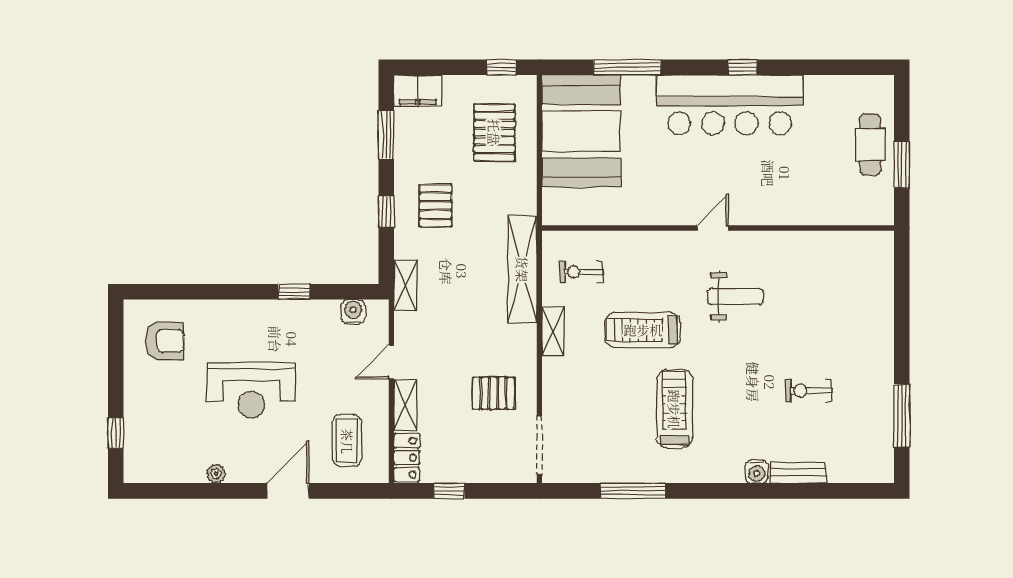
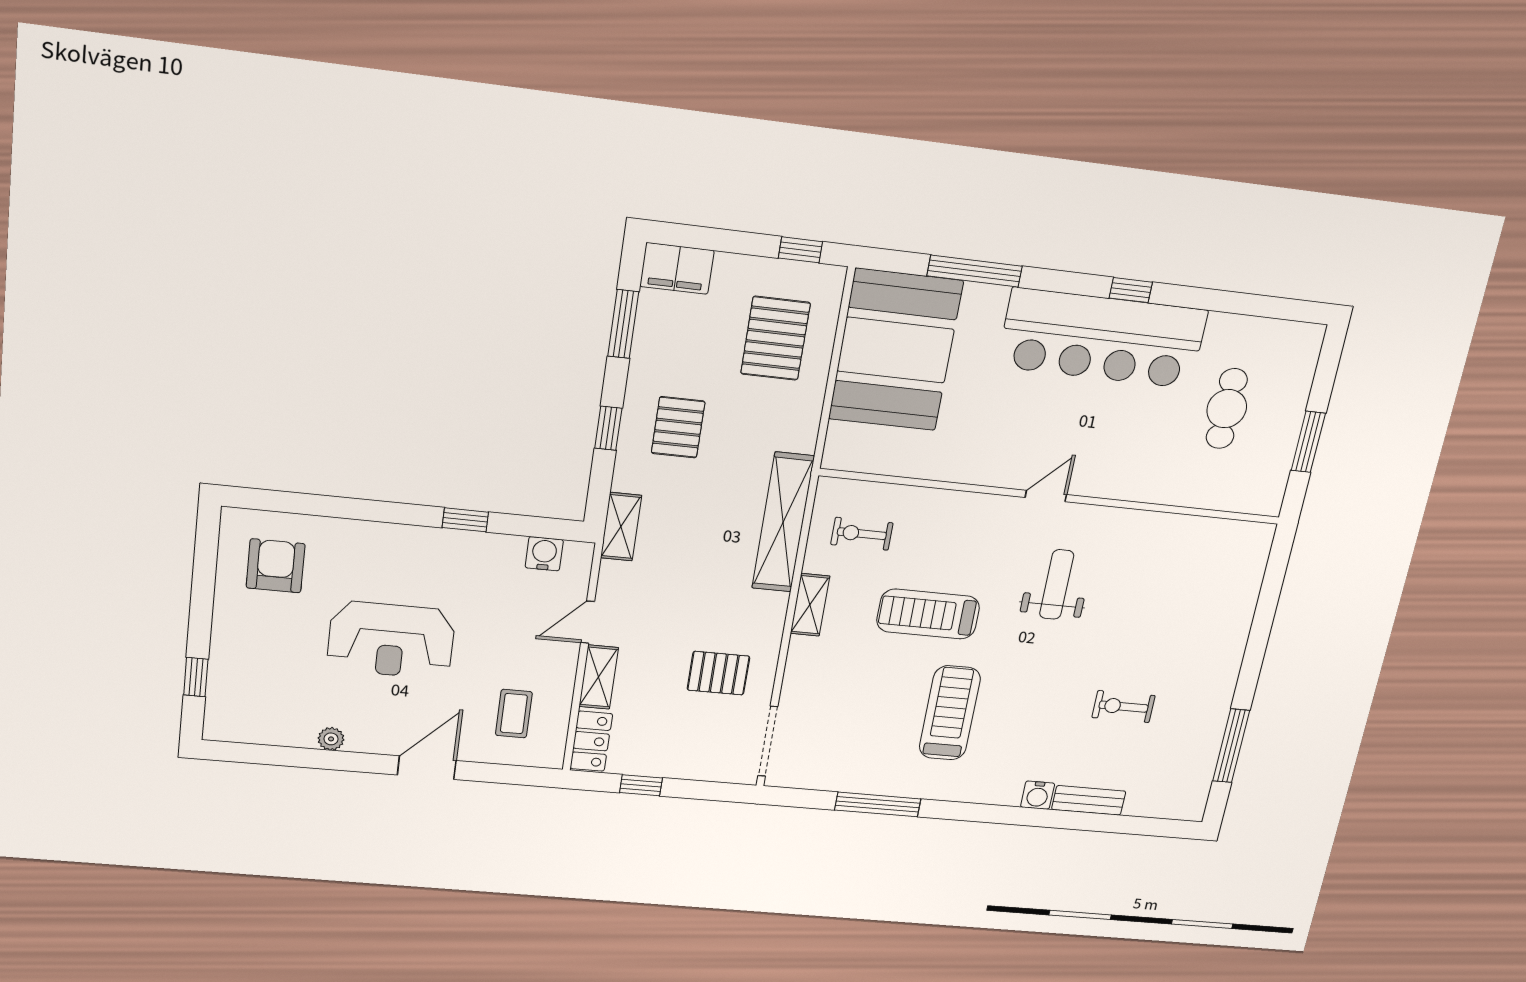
cafe table: (870, 145) -> (1227, 409), moved
weight bench: (735, 296) -> (1057, 584), turned -90
armchair: (165, 341) -> (276, 566), turned -90
coffee table: (347, 441) -> (514, 714), width x0.73, depth x0.77

